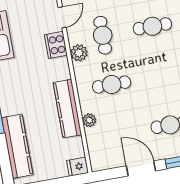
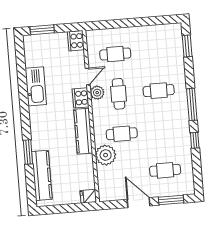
plant: (79, 53) -> (97, 93), moved
kitchen counter: (67, 109) -> (83, 131), moved
plant: (89, 120) -> (106, 155), width x1.87, depth x1.87

